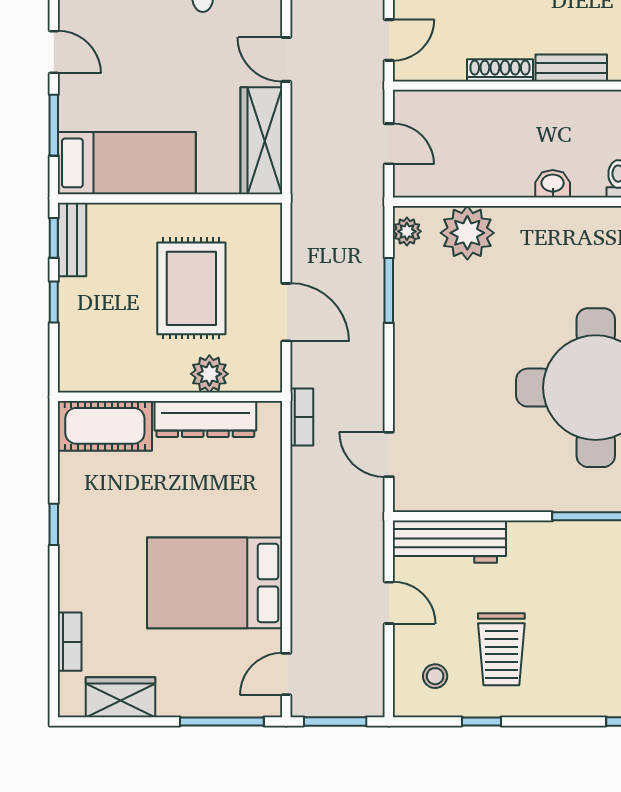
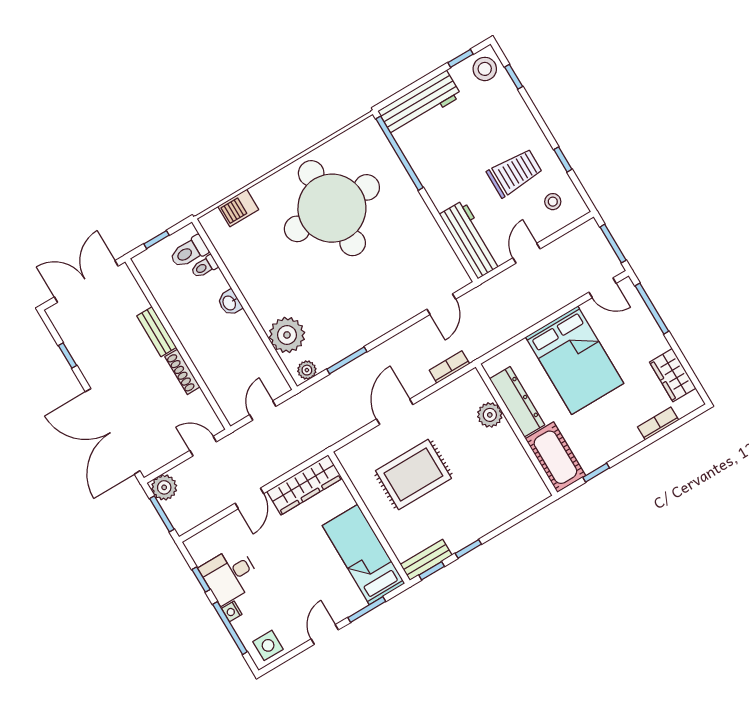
plant: (209, 374) -> (490, 415), moved
wall: (170, 397) -> (516, 430), moved
dresser: (205, 419) -> (517, 402), moved
cot: (105, 426) -> (555, 457), moved

